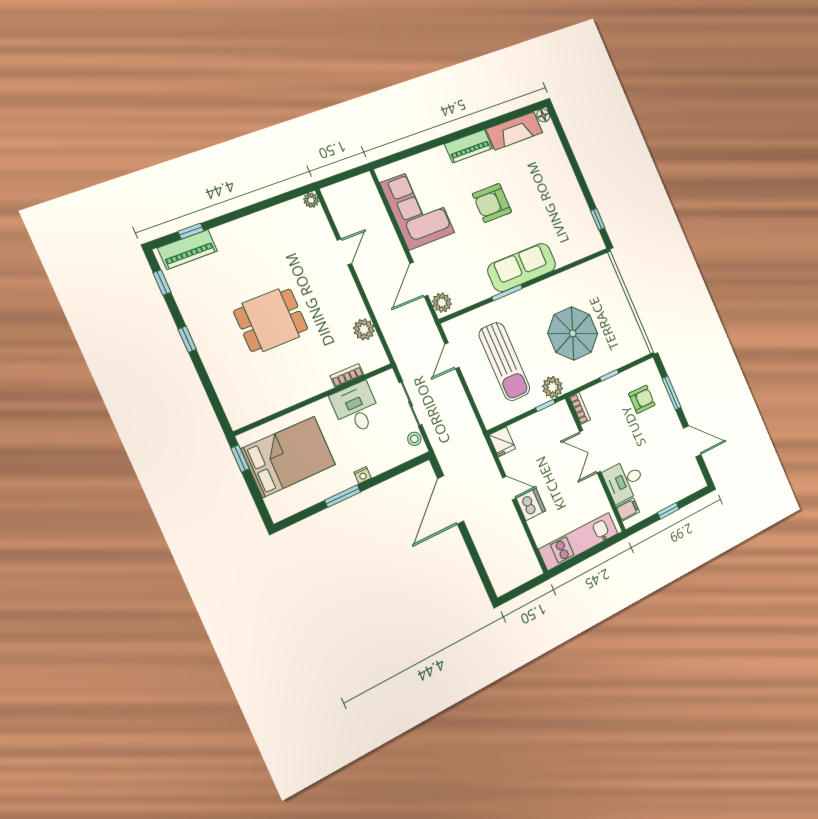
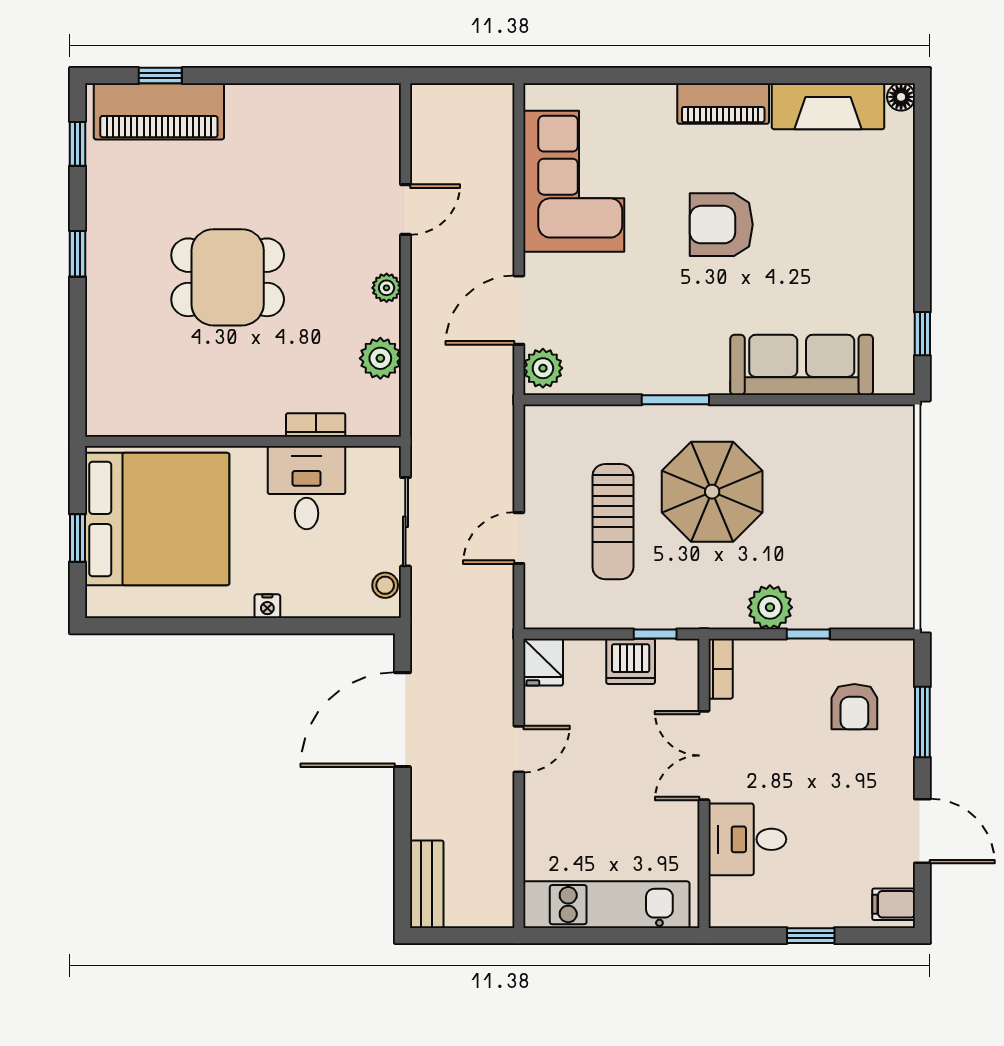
plant: (311, 200) -> (387, 288), moved
piano: (187, 249) -> (159, 111), width x1.37, depth x1.33
sofa: (522, 267) -> (802, 365), moved
parasol: (573, 333) -> (712, 492), moved
door: (452, 356) -> (519, 538), moved
sun lounger: (504, 362) -> (613, 522), width x0.73, depth x0.75
plant: (553, 387) -> (770, 607), moved
armchair: (642, 399) -> (854, 707), turned 90
bed: (289, 457) -> (157, 519), width x1.36
window: (240, 458) -> (78, 538), moved
door: (509, 488) -> (519, 749), hinge flipped
window: (343, 496) -> (218, 626), removed
dishwasher: (531, 504) -> (631, 661), moved, turned 90
filing cabinet: (628, 509) -> (894, 904), moved, turned 180
bench: (496, 573) -> (427, 884), added

